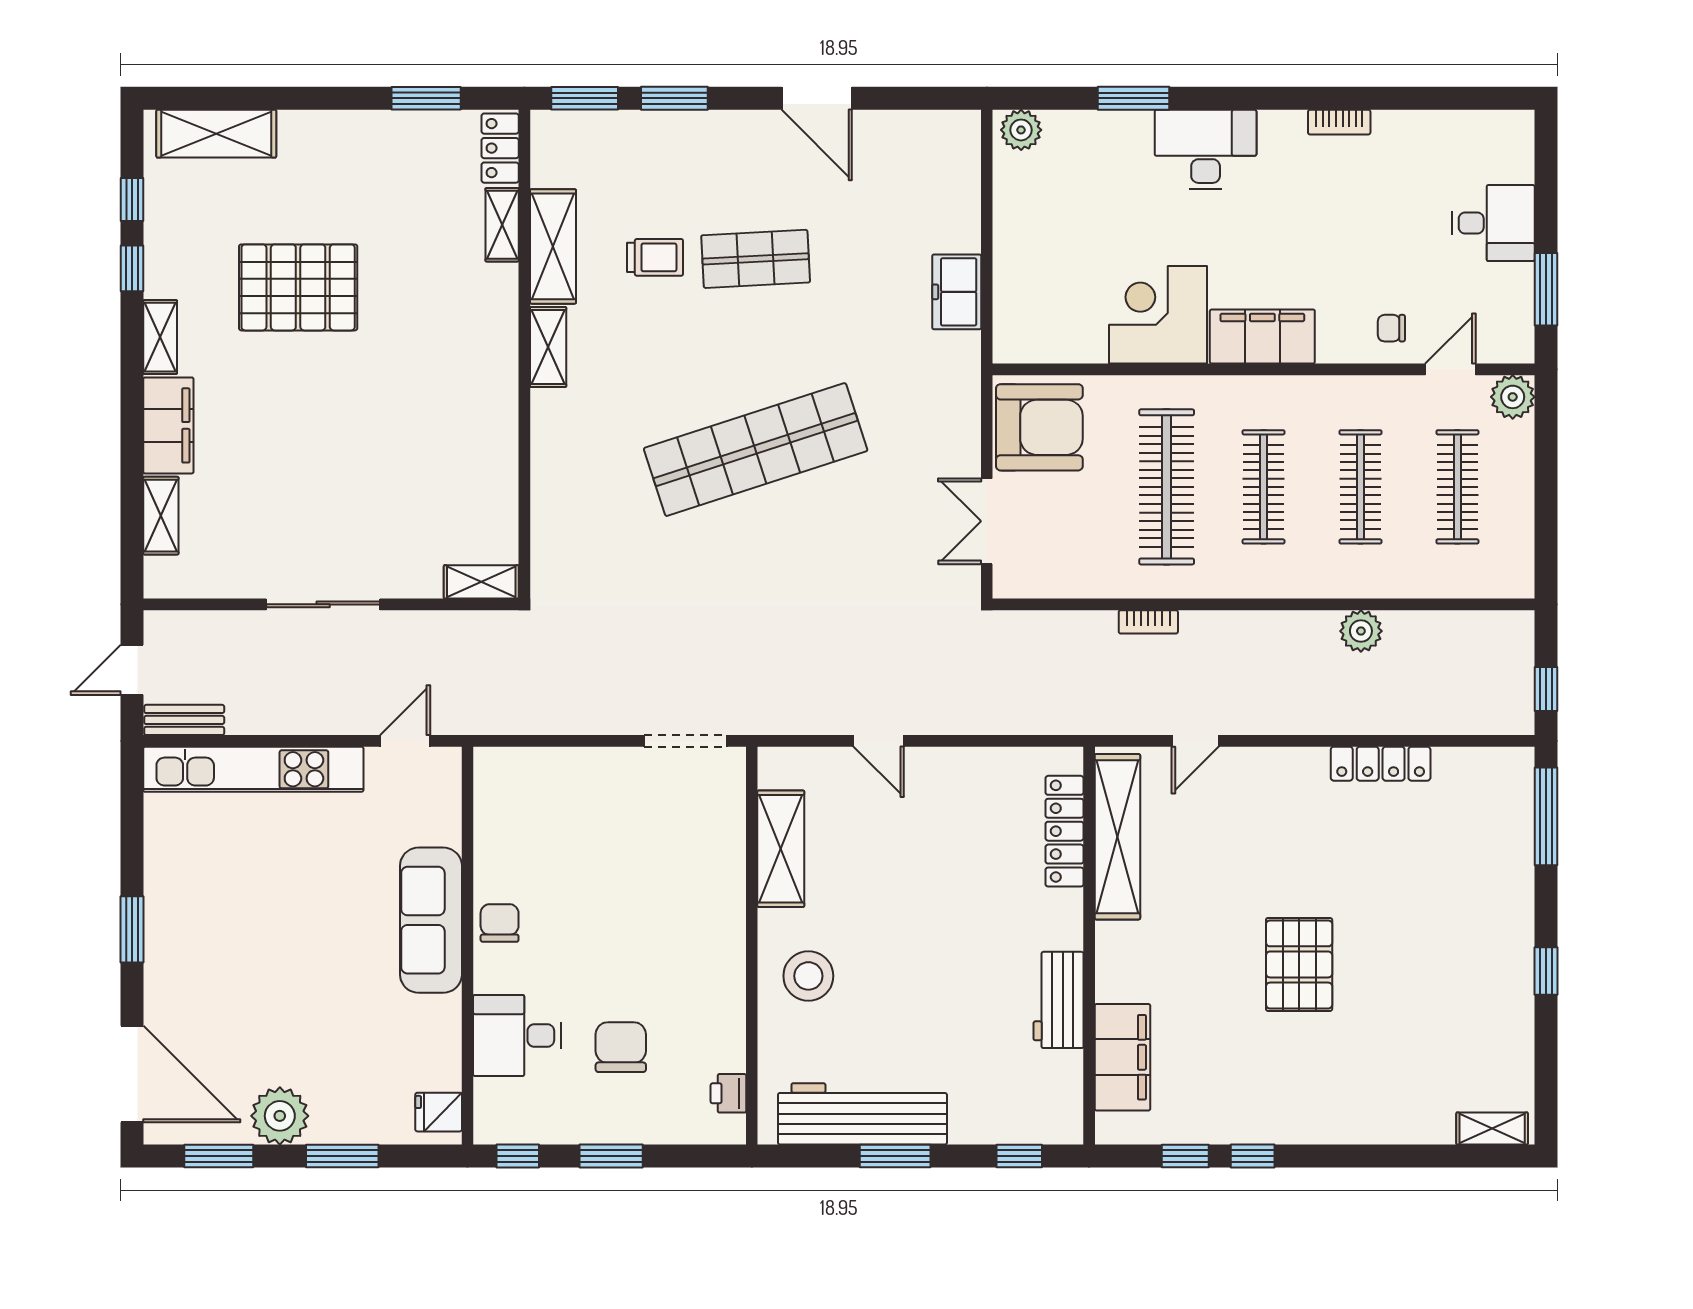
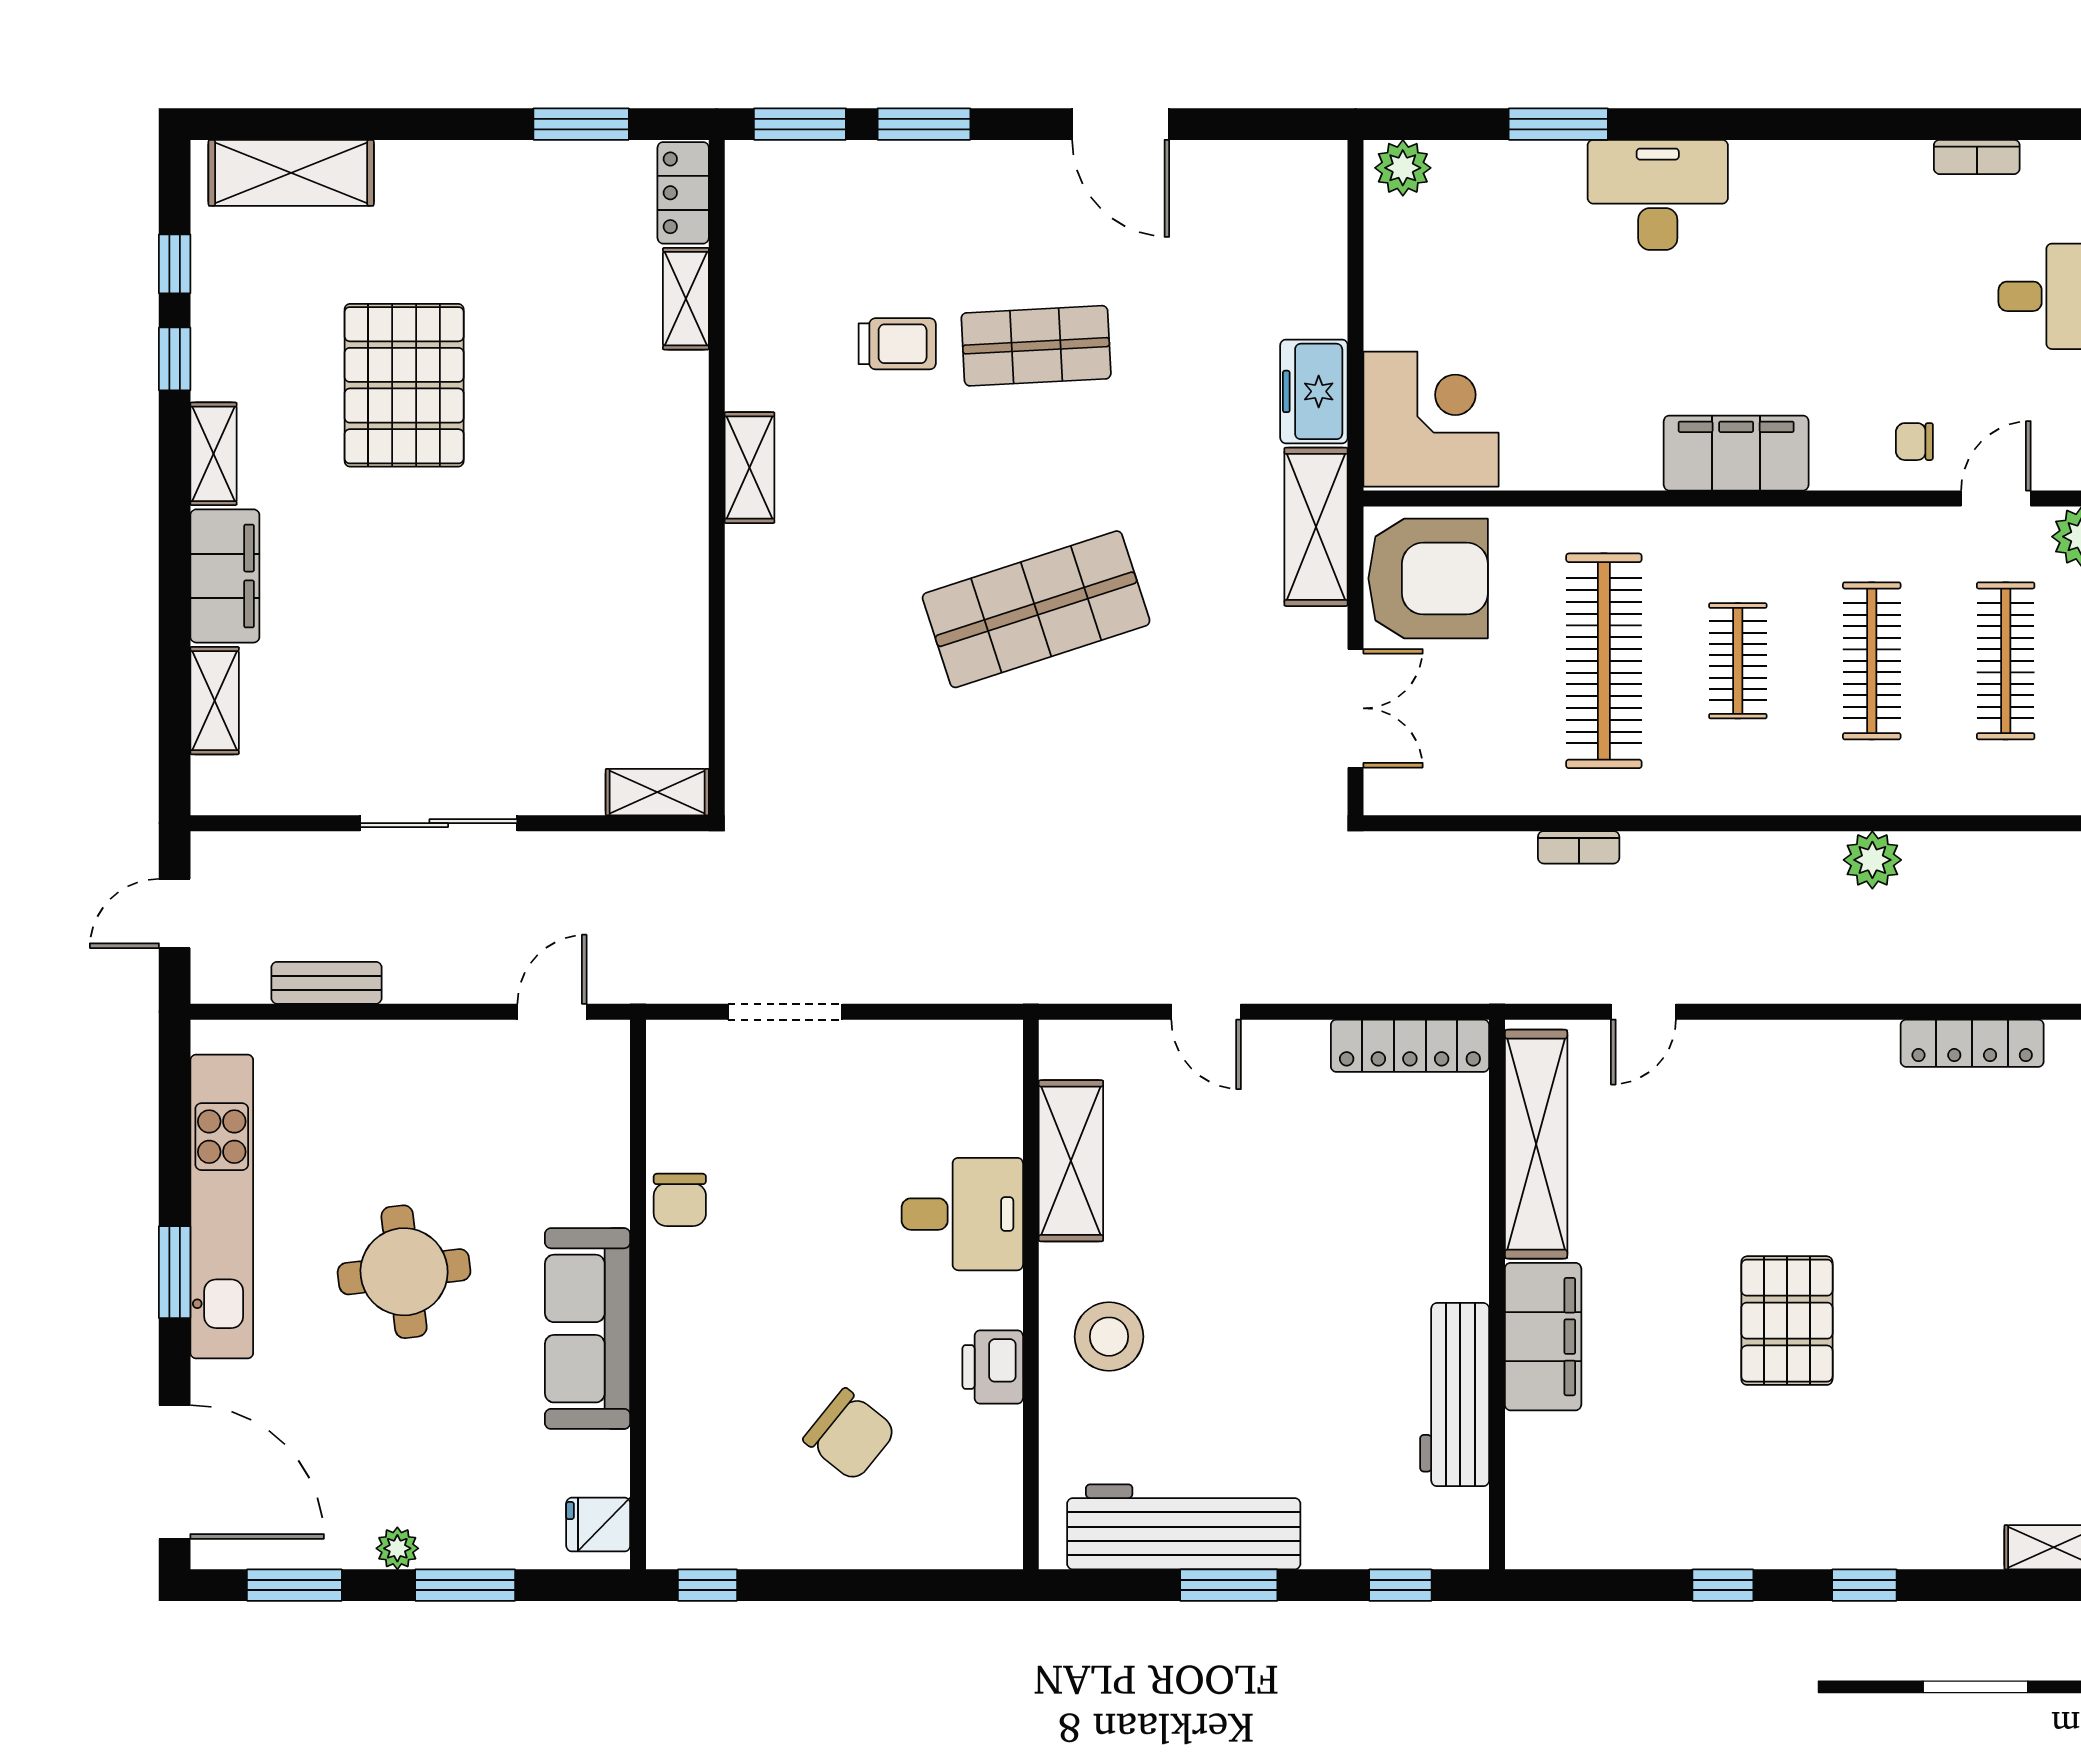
bookcase: (1339, 122) -> (1977, 157), moved
shelving: (553, 246) -> (1316, 527), moved
pallet: (298, 287) -> (404, 385), turned 90
corner desk: (1158, 315) -> (1431, 419), moved, turned 90
shop shelf: (756, 450) -> (1036, 609), width x0.71
clothes rail: (1264, 487) -> (1738, 661), width x0.73
double door: (987, 521) -> (1356, 708), swing flipped
bench: (184, 720) -> (327, 983), moved
doorway: (686, 741) -> (785, 1012), moved
locker: (1381, 764) -> (1972, 1043), moved
kitchen unit: (253, 769) -> (222, 1207), moved, turned -90
locker: (1065, 831) -> (1410, 1046), moved, turned -90
sofa: (431, 920) -> (588, 1329), moved
chair: (500, 923) -> (680, 1200), moved, turned 180
round table: (298, 929) -> (404, 1272), added
workbench: (1059, 1000) -> (1455, 1395), width x1.38
desk: (517, 1035) -> (962, 1214), moved, turned 180
chair: (621, 1047) -> (850, 1435), turned 129
filing cabinet: (1123, 1057) -> (1543, 1337), moved
printer: (728, 1093) -> (993, 1367), moved, width x1.36, depth x1.24
plant: (280, 1116) -> (397, 1548), width x0.53, depth x0.53
window: (611, 1156) -> (836, 1585), removed
window: (1185, 1156) -> (1864, 1585), moved

